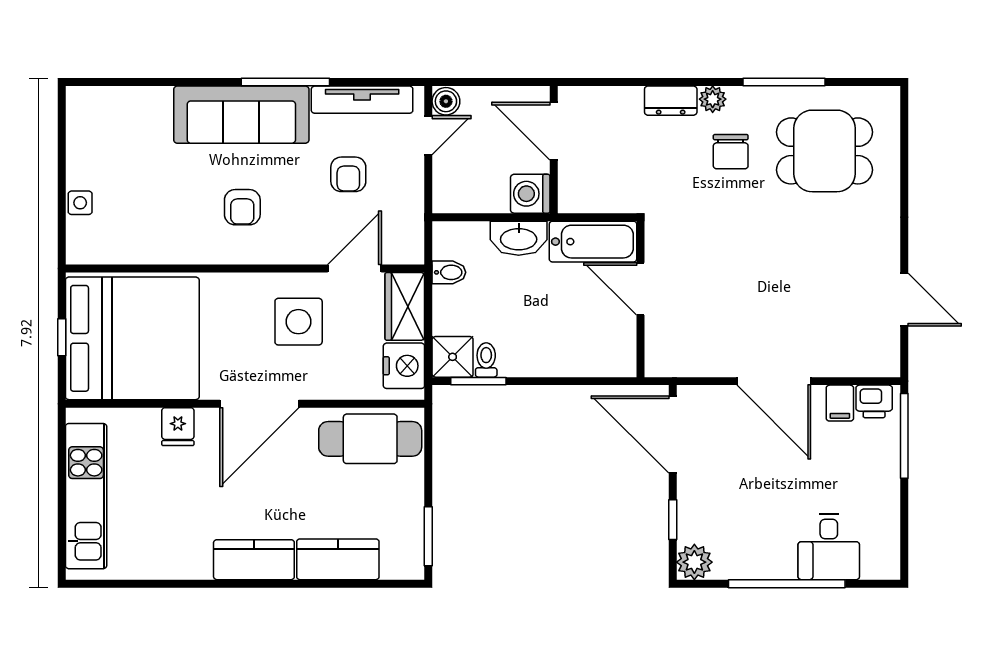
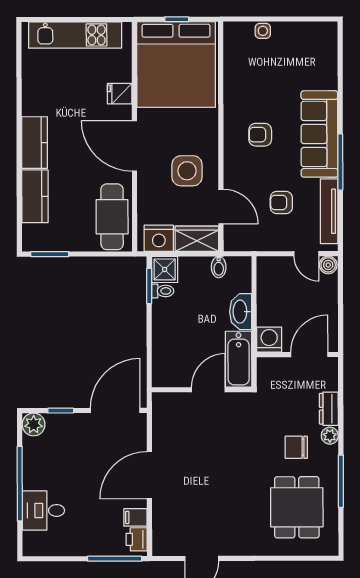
door: (554, 131) -> (309, 355), moved
wall: (554, 150) -> (297, 355), moved
washing machine: (530, 194) -> (269, 340), moved

